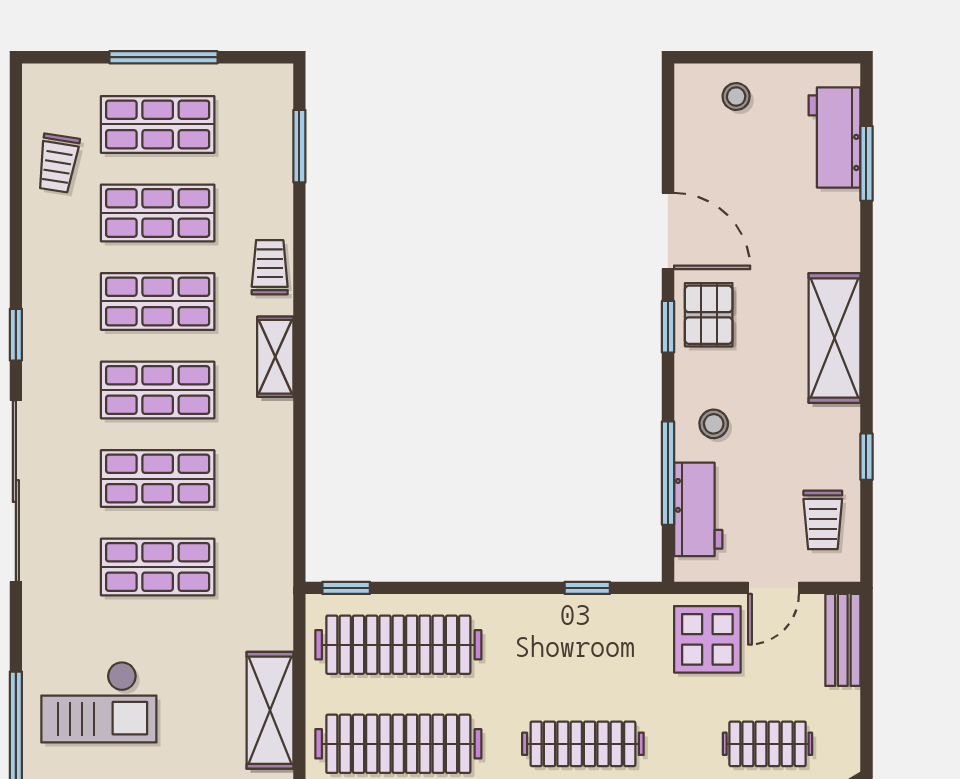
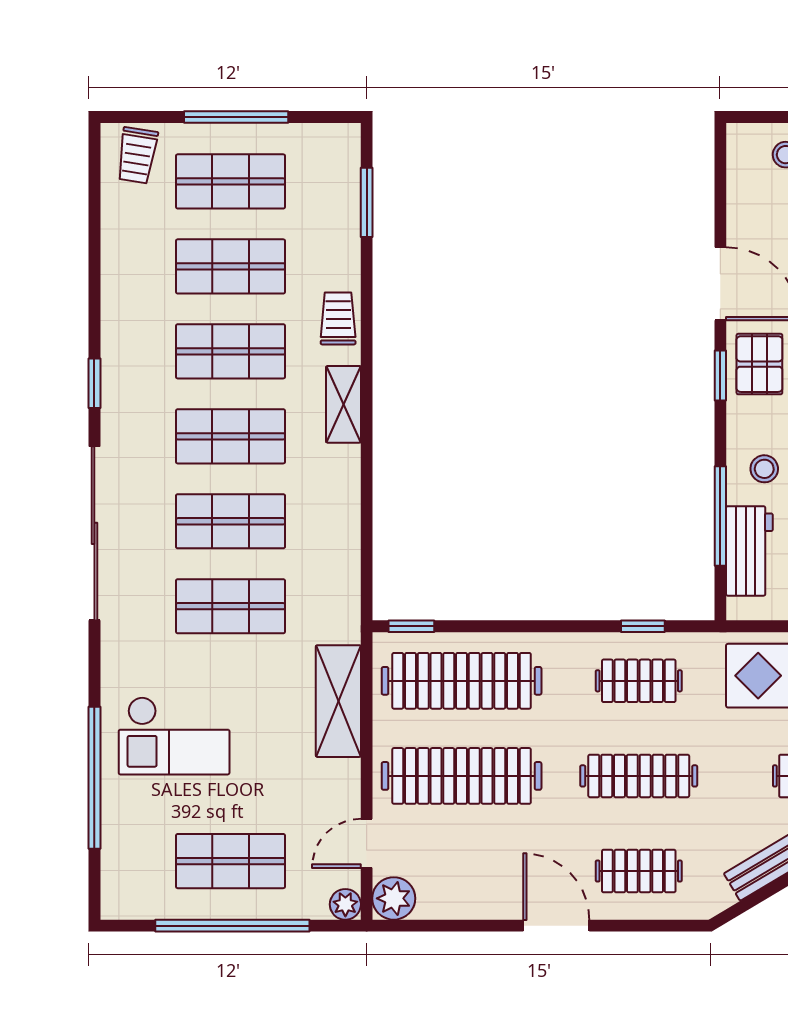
trolley: (58, 163) -> (137, 155), moved
clothes rail: (583, 645) -> (639, 681), added
shelving: (270, 710) -> (338, 701), moved

